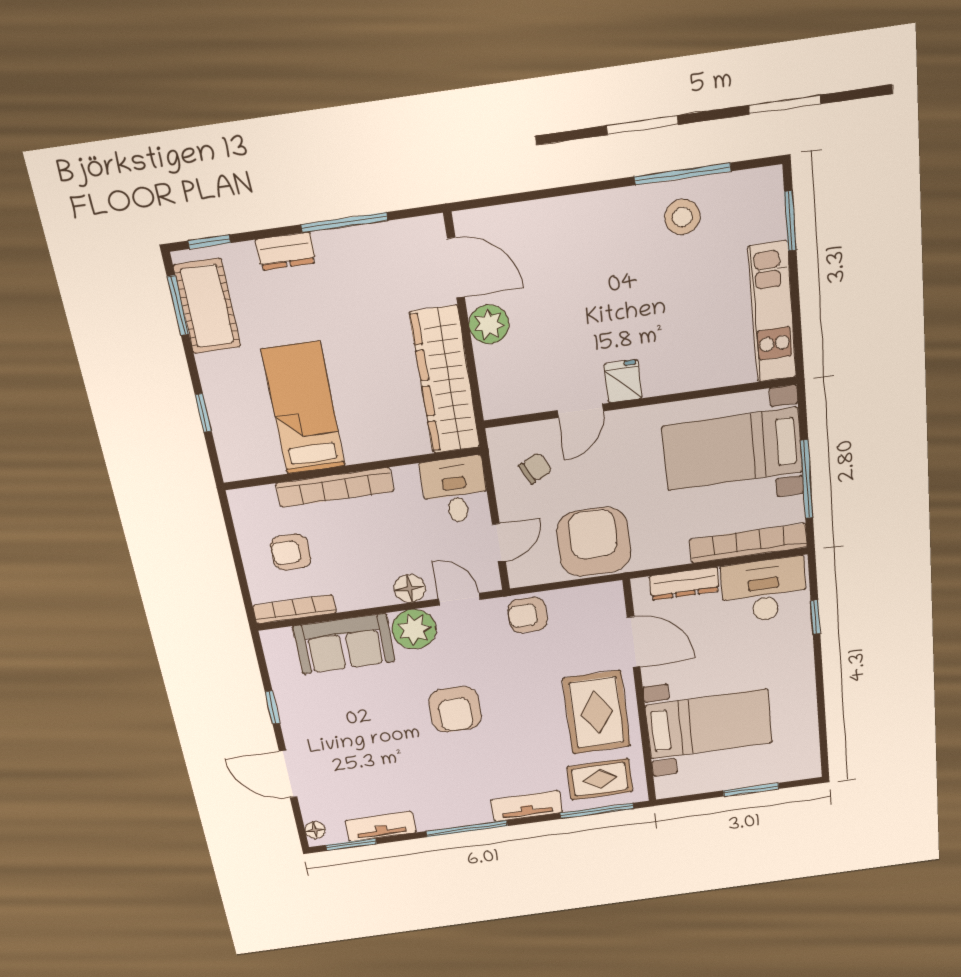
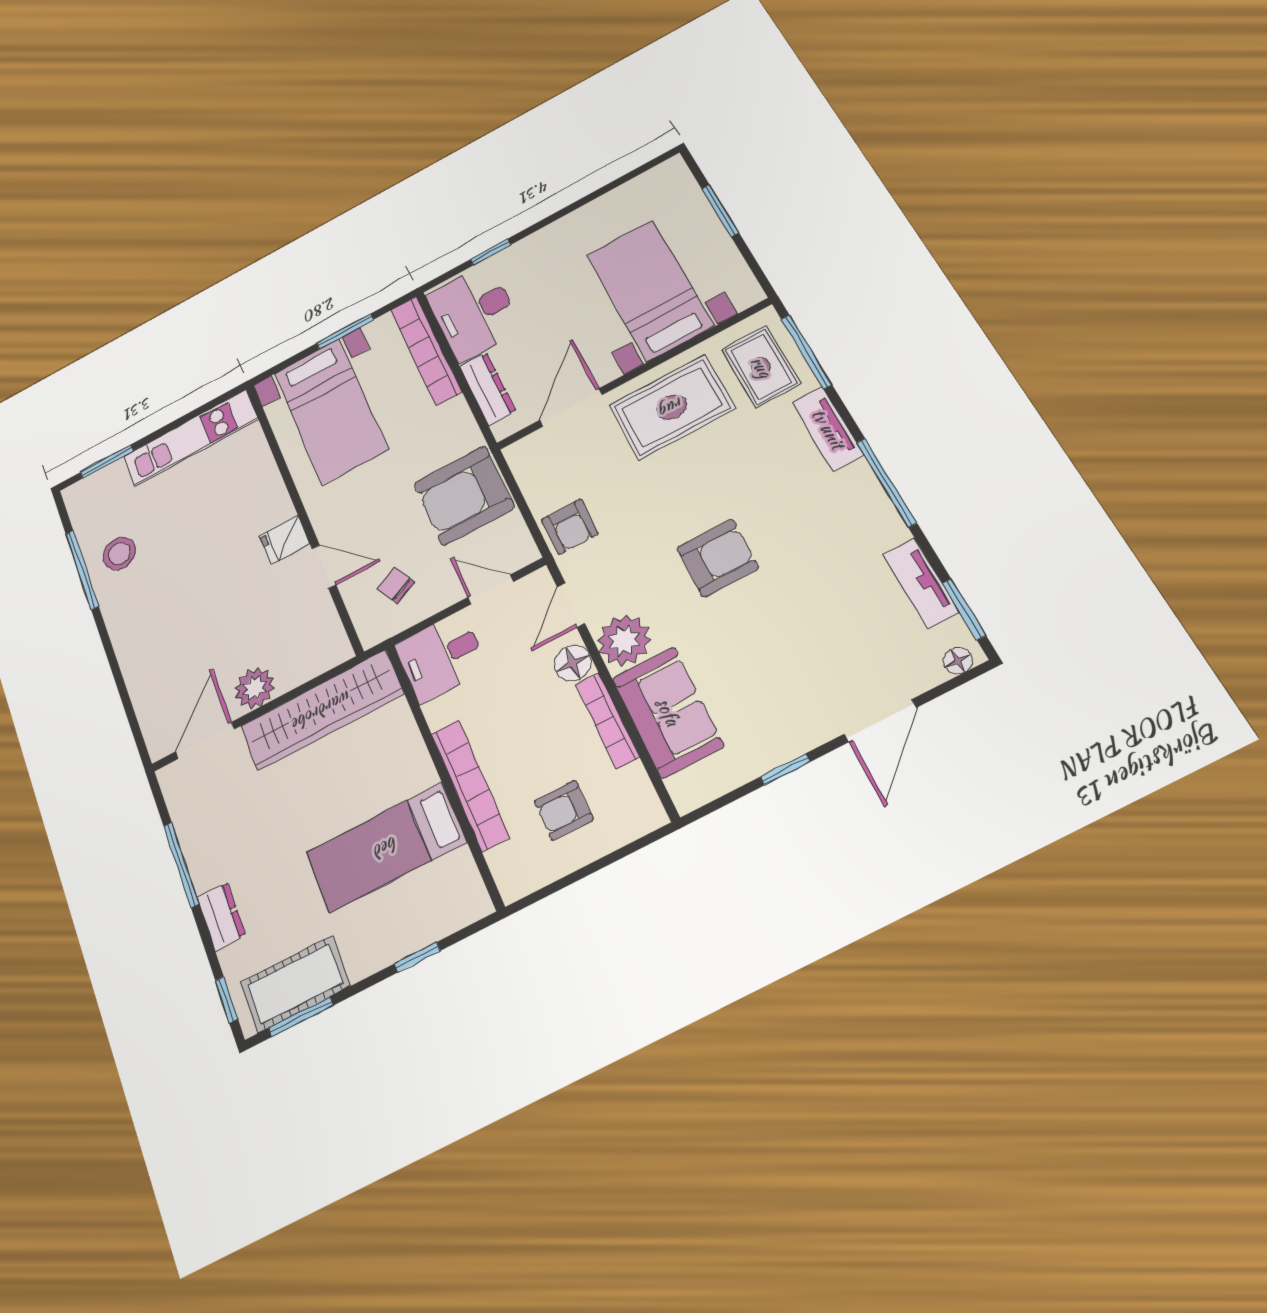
window: (807, 479) -> (345, 331), width x0.69
armchair: (291, 552) -> (564, 810), turned 90
bookcase: (294, 609) -> (607, 720), moved

